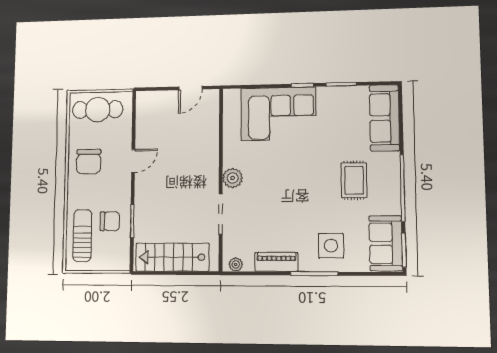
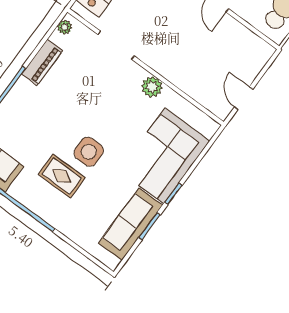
sofa: (384, 118) -> (131, 224), moved, turned -90
plant: (233, 178) -> (152, 87), moved
side table: (331, 246) -> (89, 152), moved

